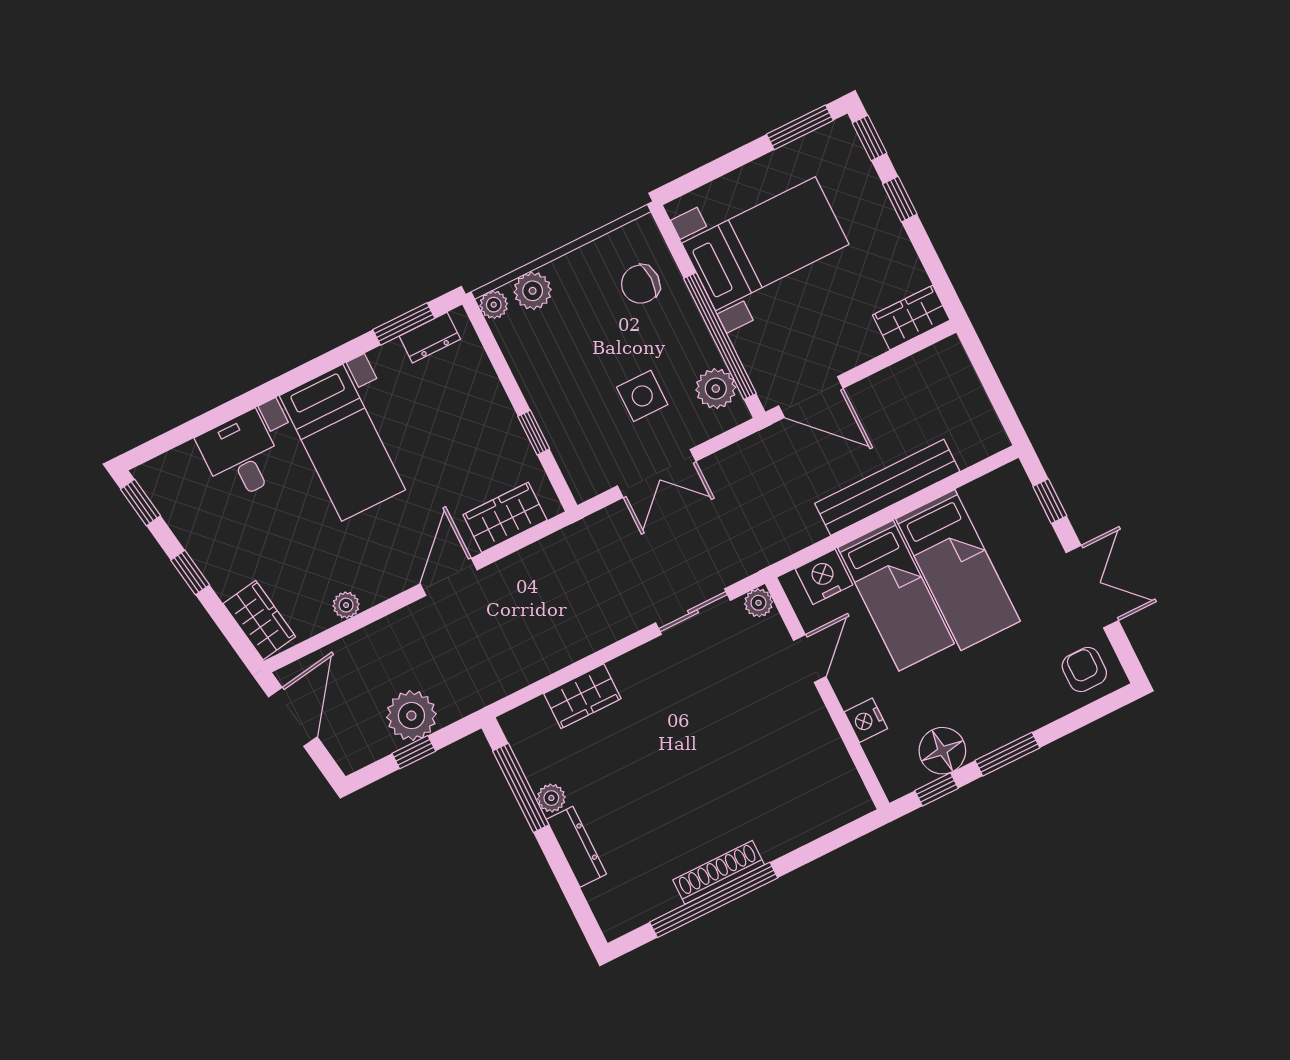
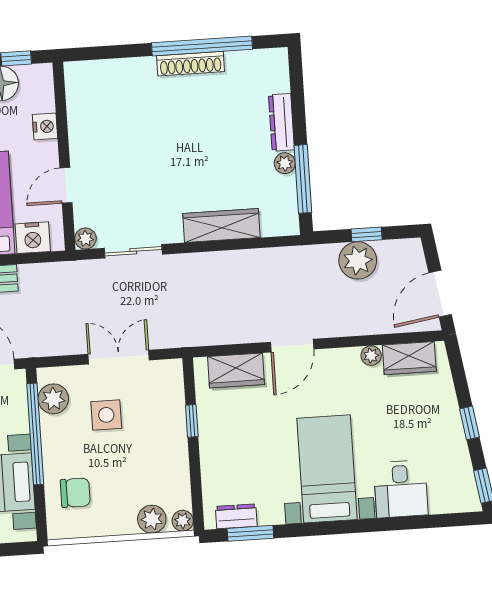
wardrobe: (259, 620) -> (409, 358), moved, turned -81
wardrobe: (582, 696) -> (221, 225), width x1.50

